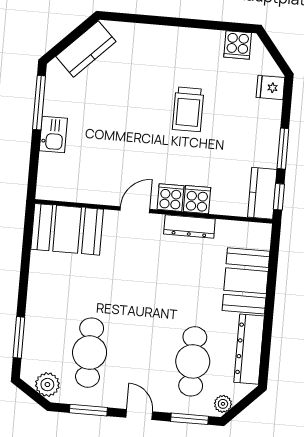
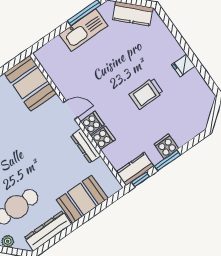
cooker: (238, 45) -> (166, 146), moved, turned 90
fridge: (270, 88) -> (183, 65), moved, turned -90
kitchen sink: (53, 135) -> (83, 30), width x1.88, depth x1.24

